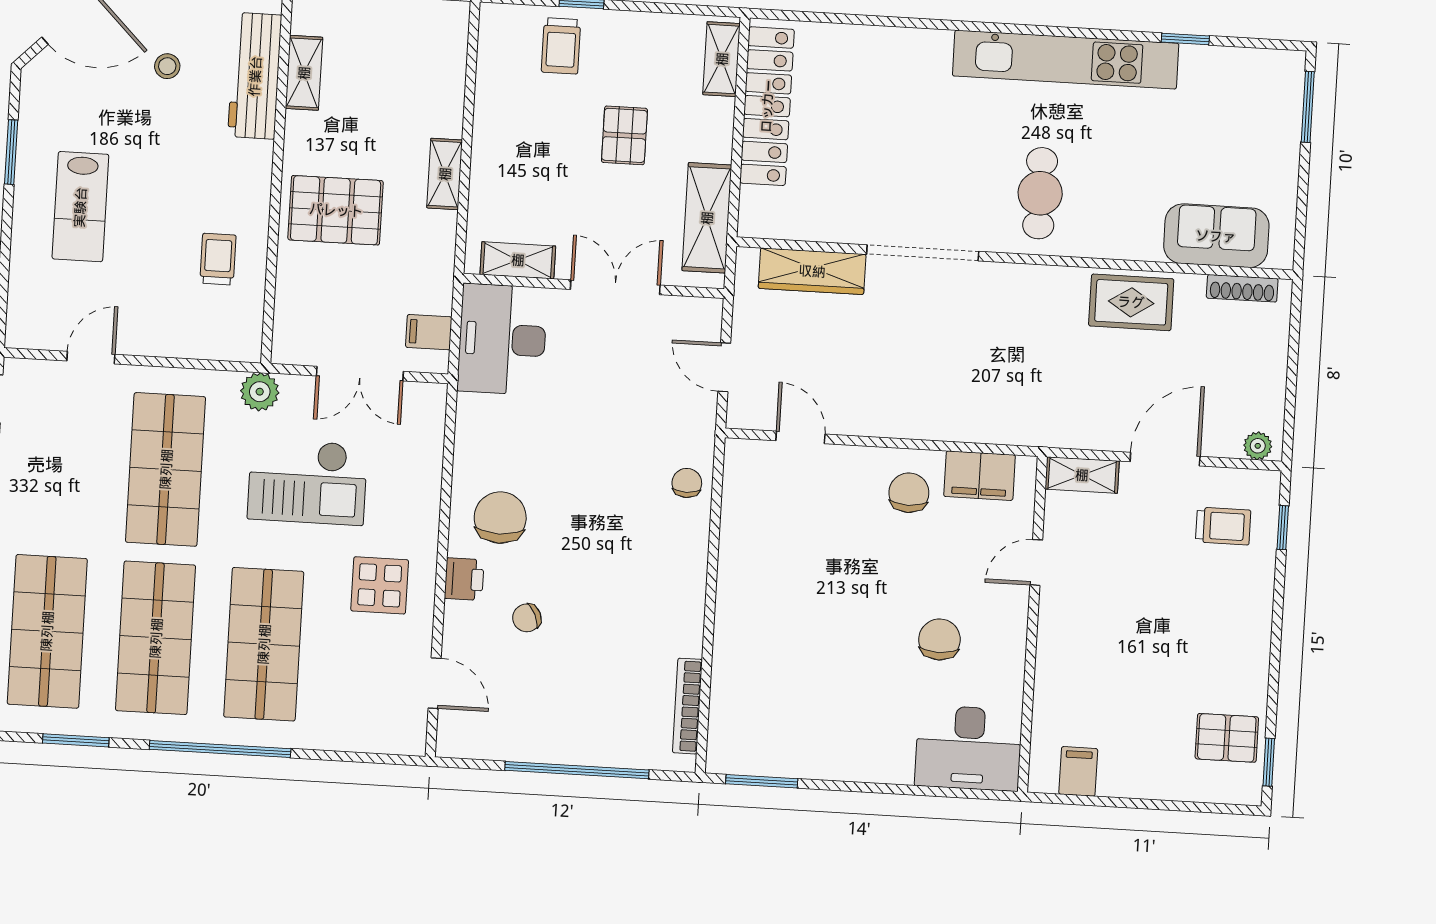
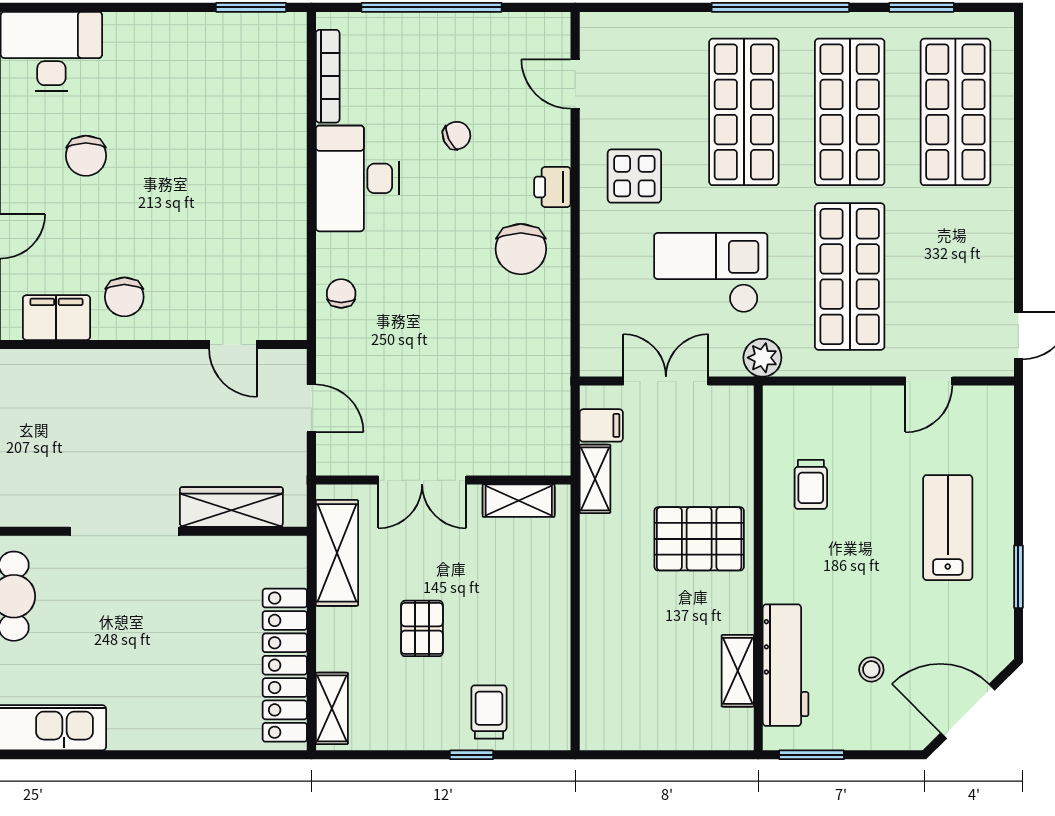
shelving: (445, 174) -> (595, 479), moved
desk: (502, 339) -> (357, 178), moved, turned 180
chair: (687, 483) -> (341, 294), turned 180
chair: (527, 618) -> (457, 135), moved

